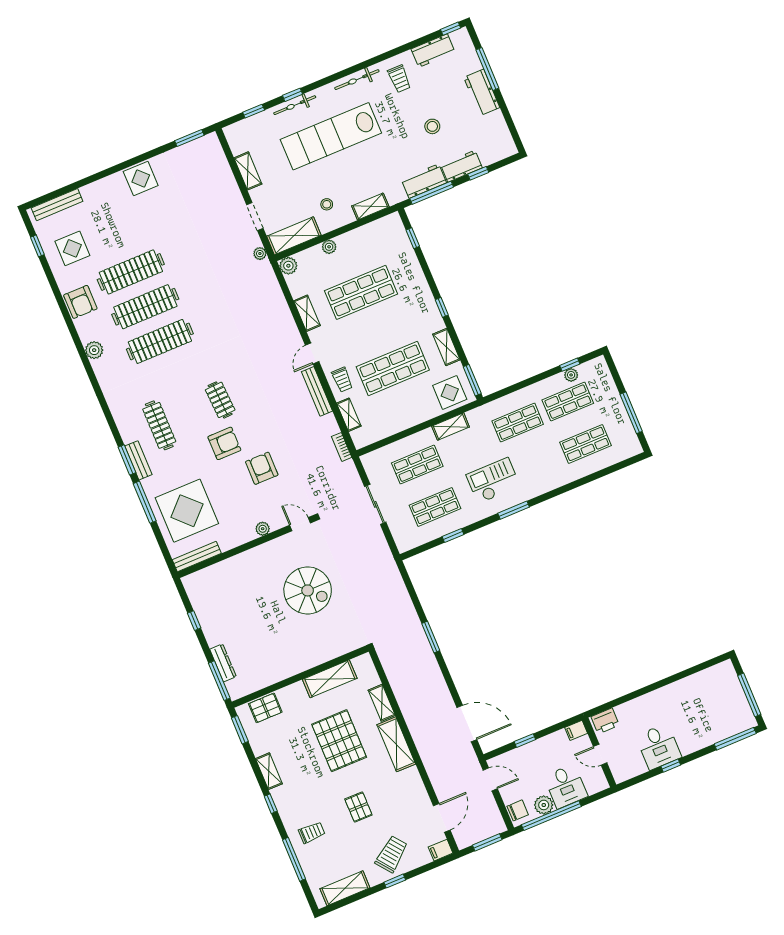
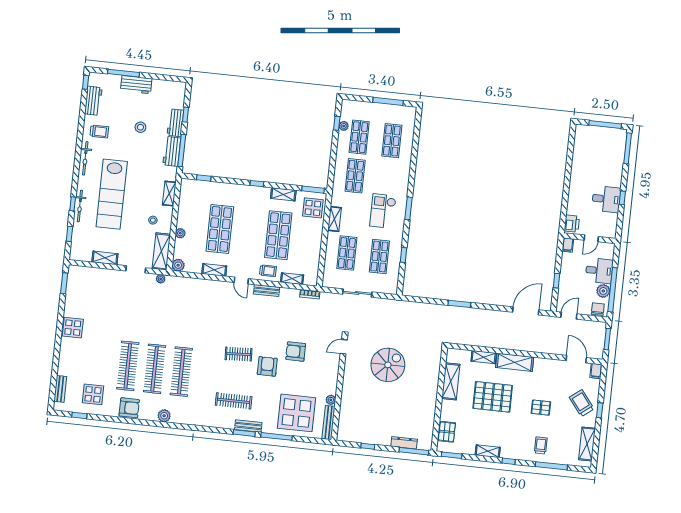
bench: (57, 205) -> (60, 389), width x0.73
bench: (317, 391) -> (267, 291), width x0.73
plant: (263, 529) -> (331, 400), moved

